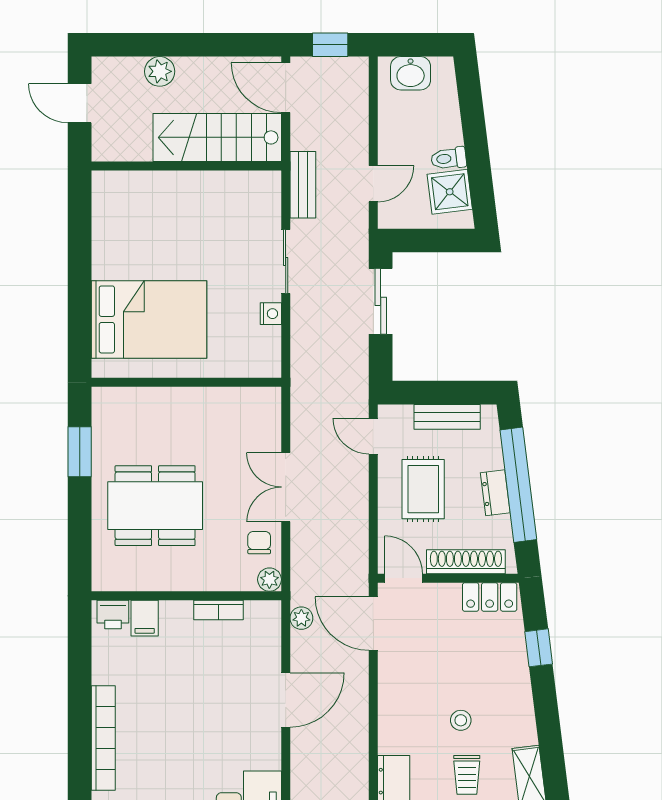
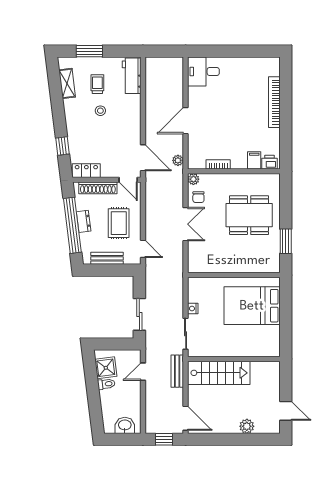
stairs: (217, 137) -> (219, 373), moved
wall: (186, 166) -> (234, 359), moved

